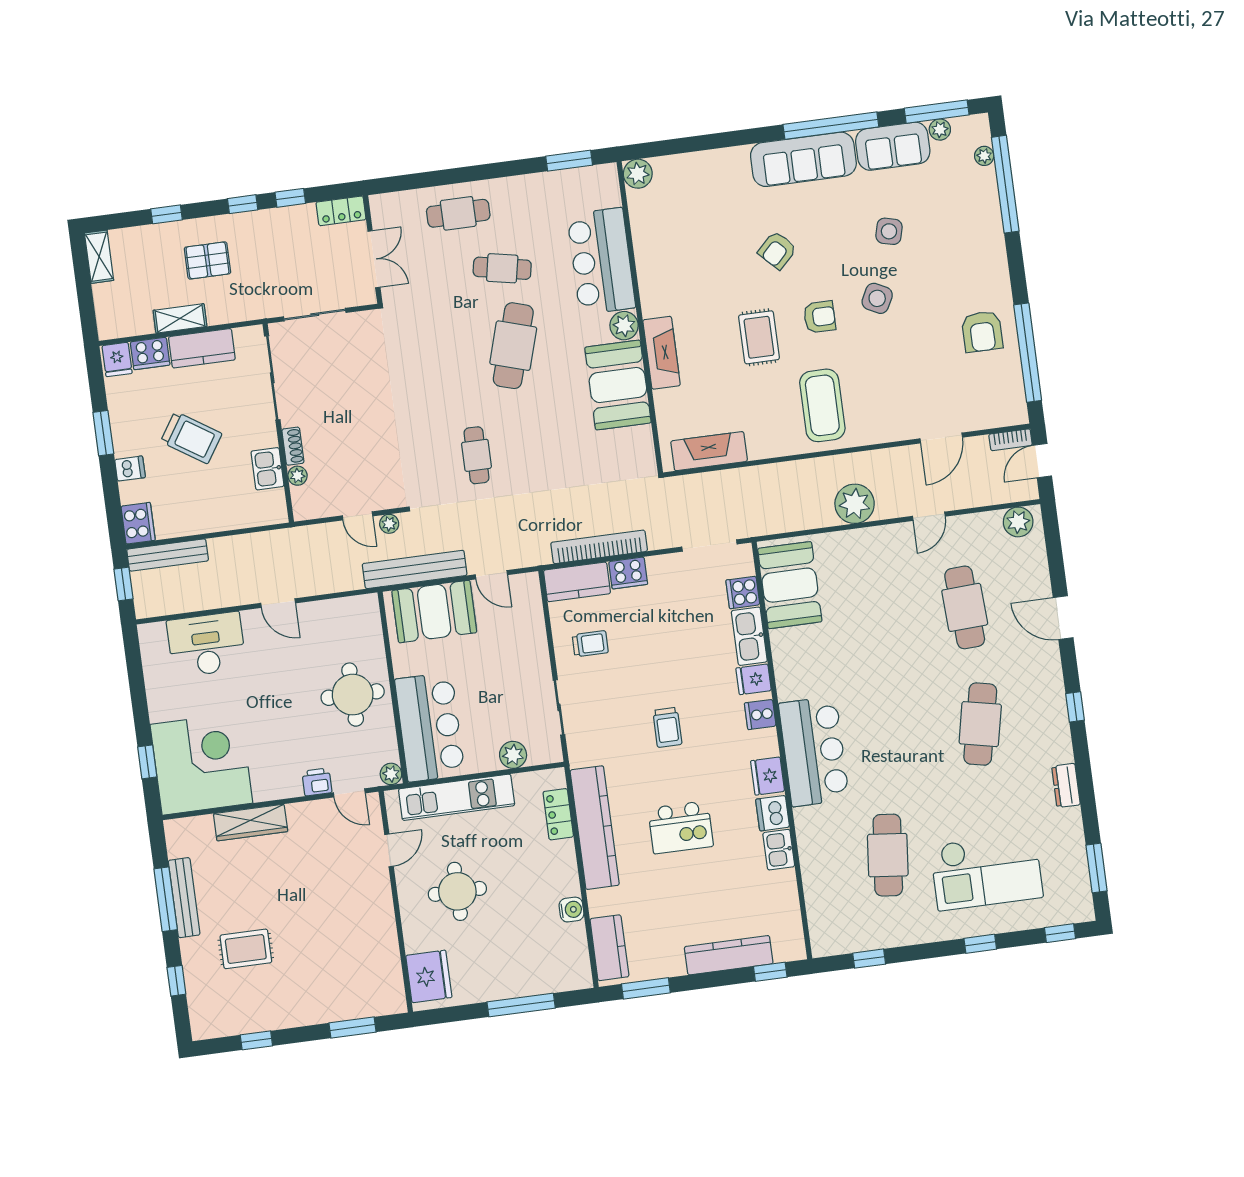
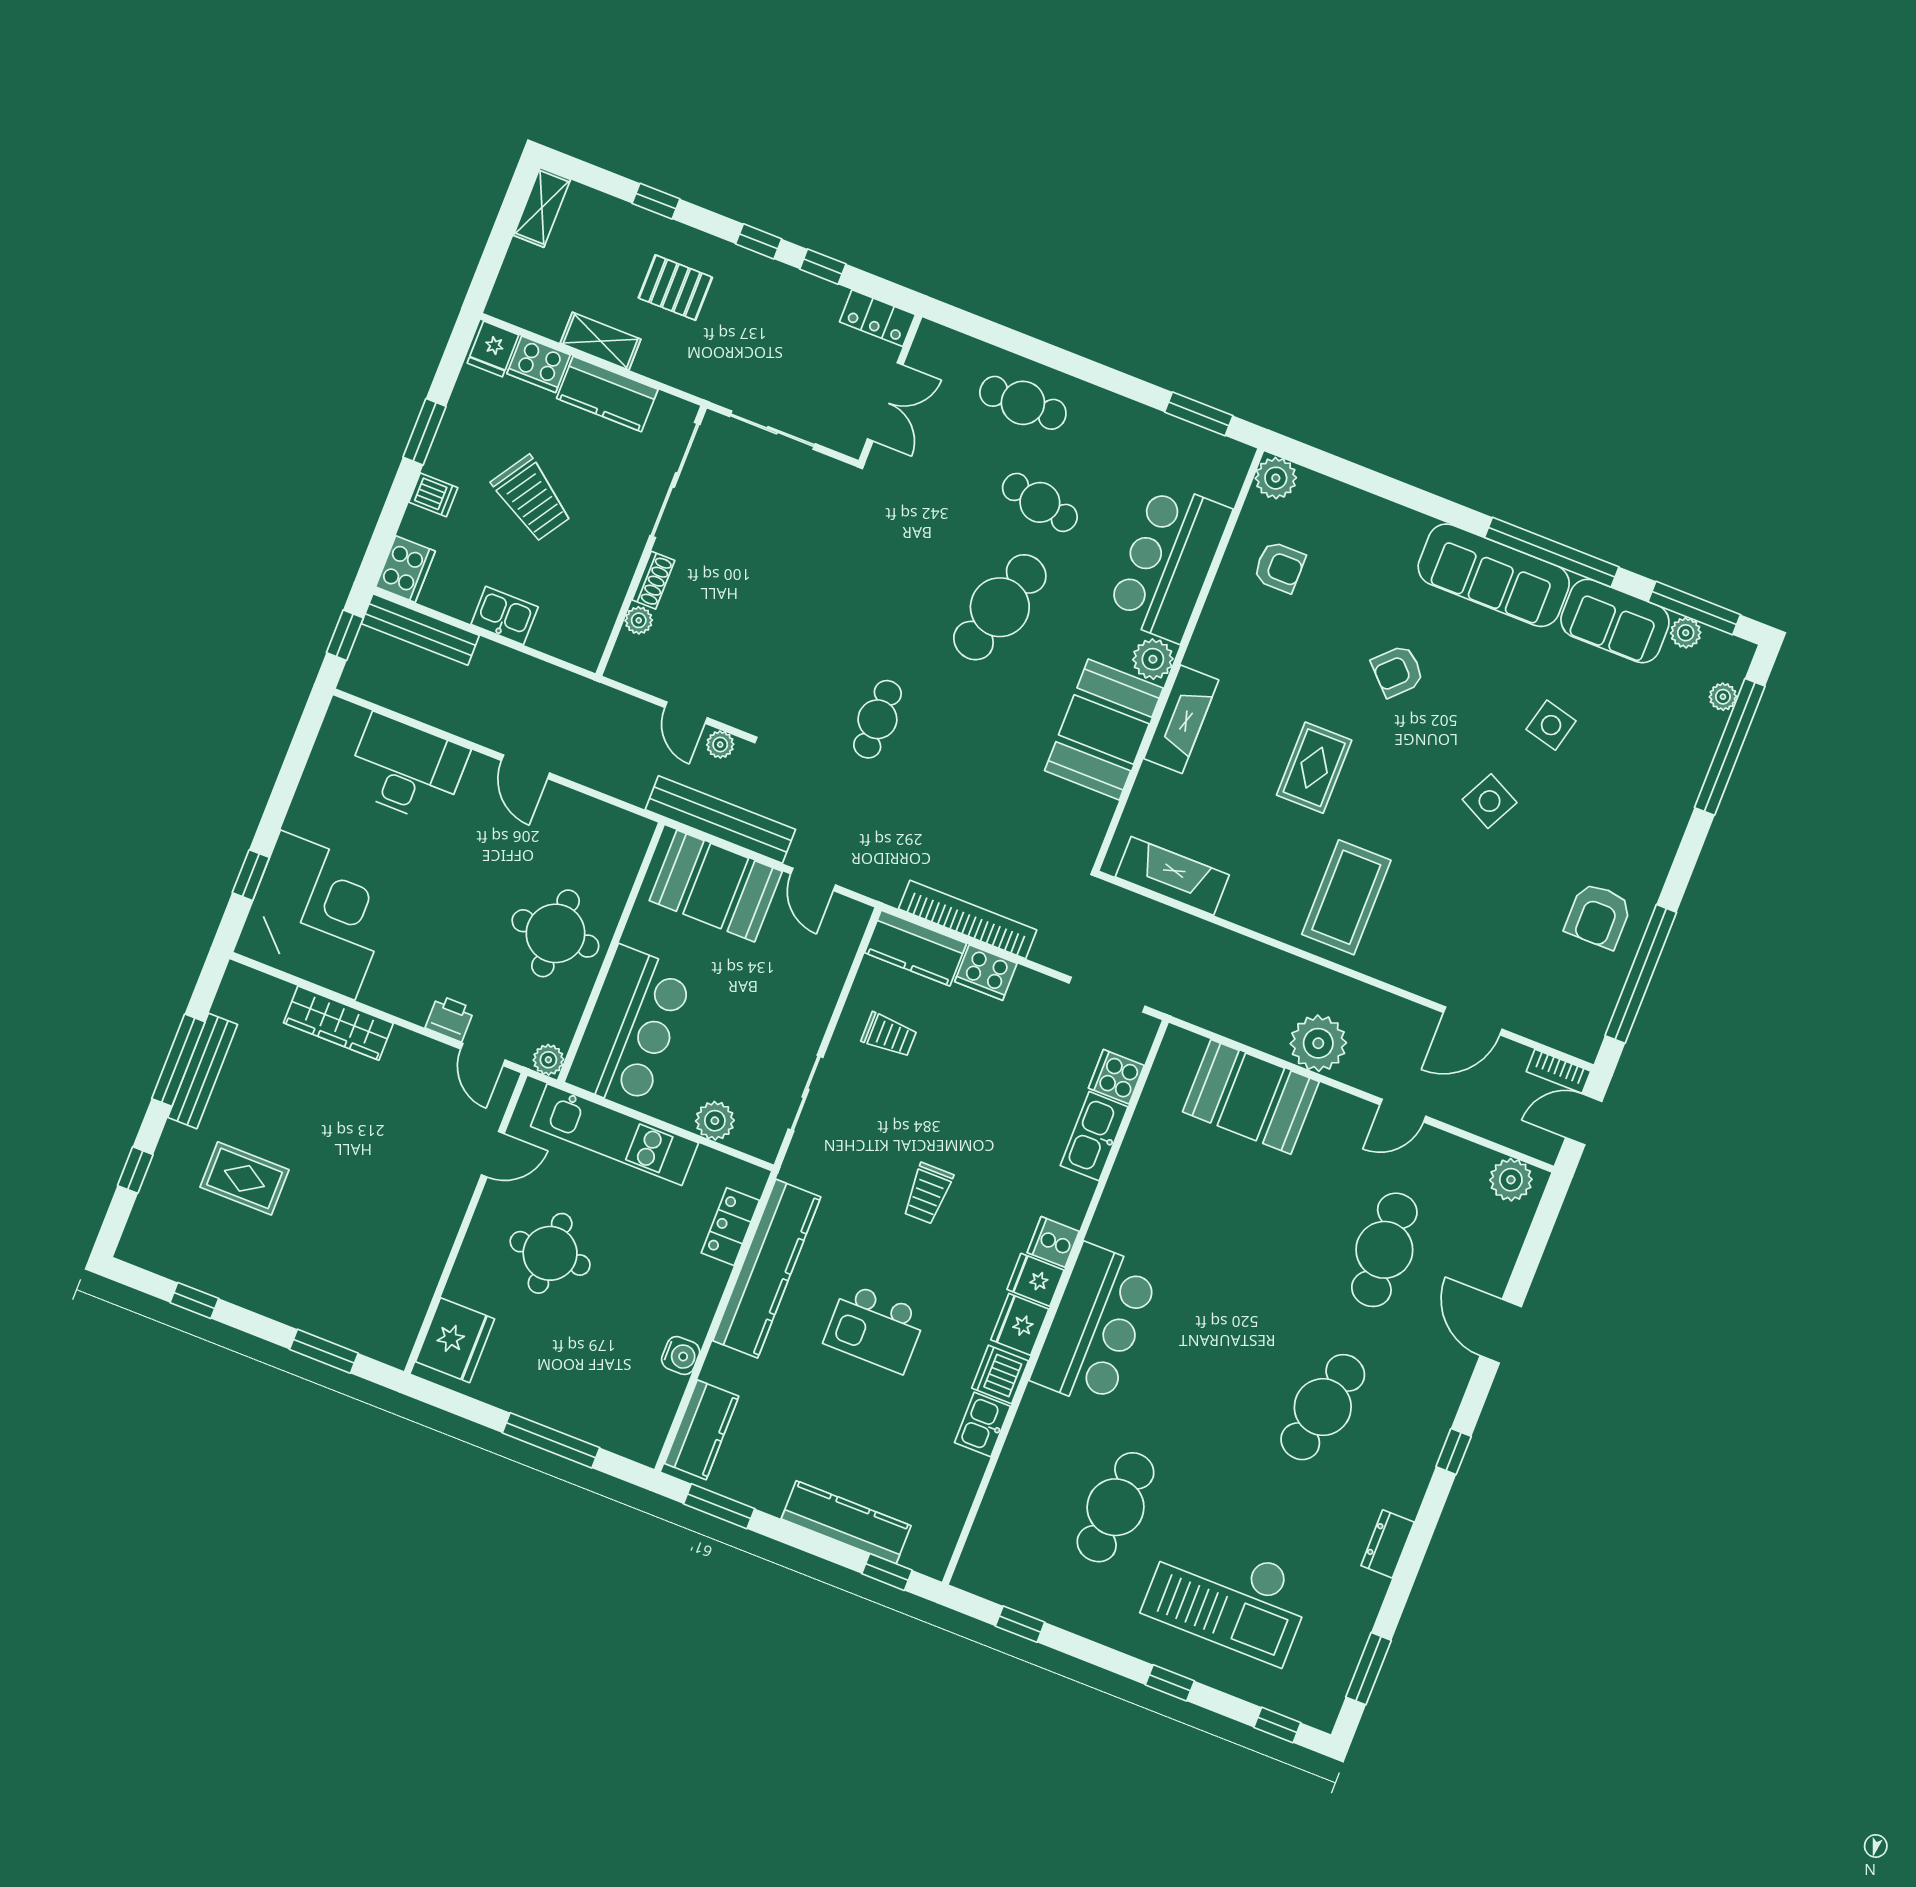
armchair: (820, 317) -> (1279, 567), moved
kitchen sink: (267, 469) -> (505, 616), moved, turned 90
booth: (790, 585) -> (1251, 1097), moved, turned 90
fridge: (754, 679) -> (1035, 1280), moved

